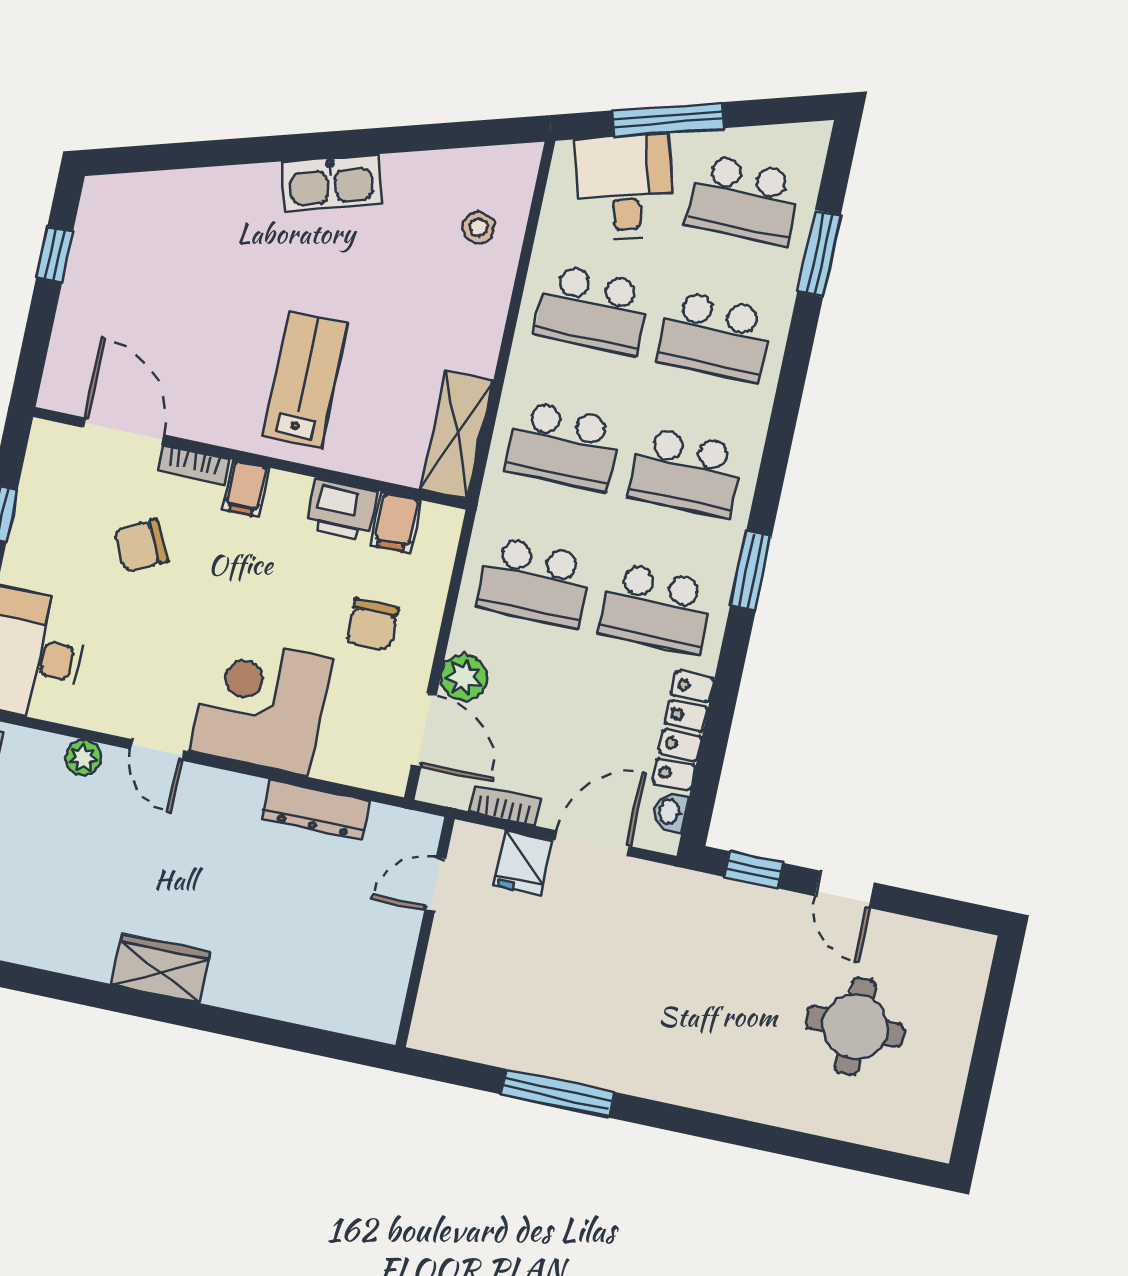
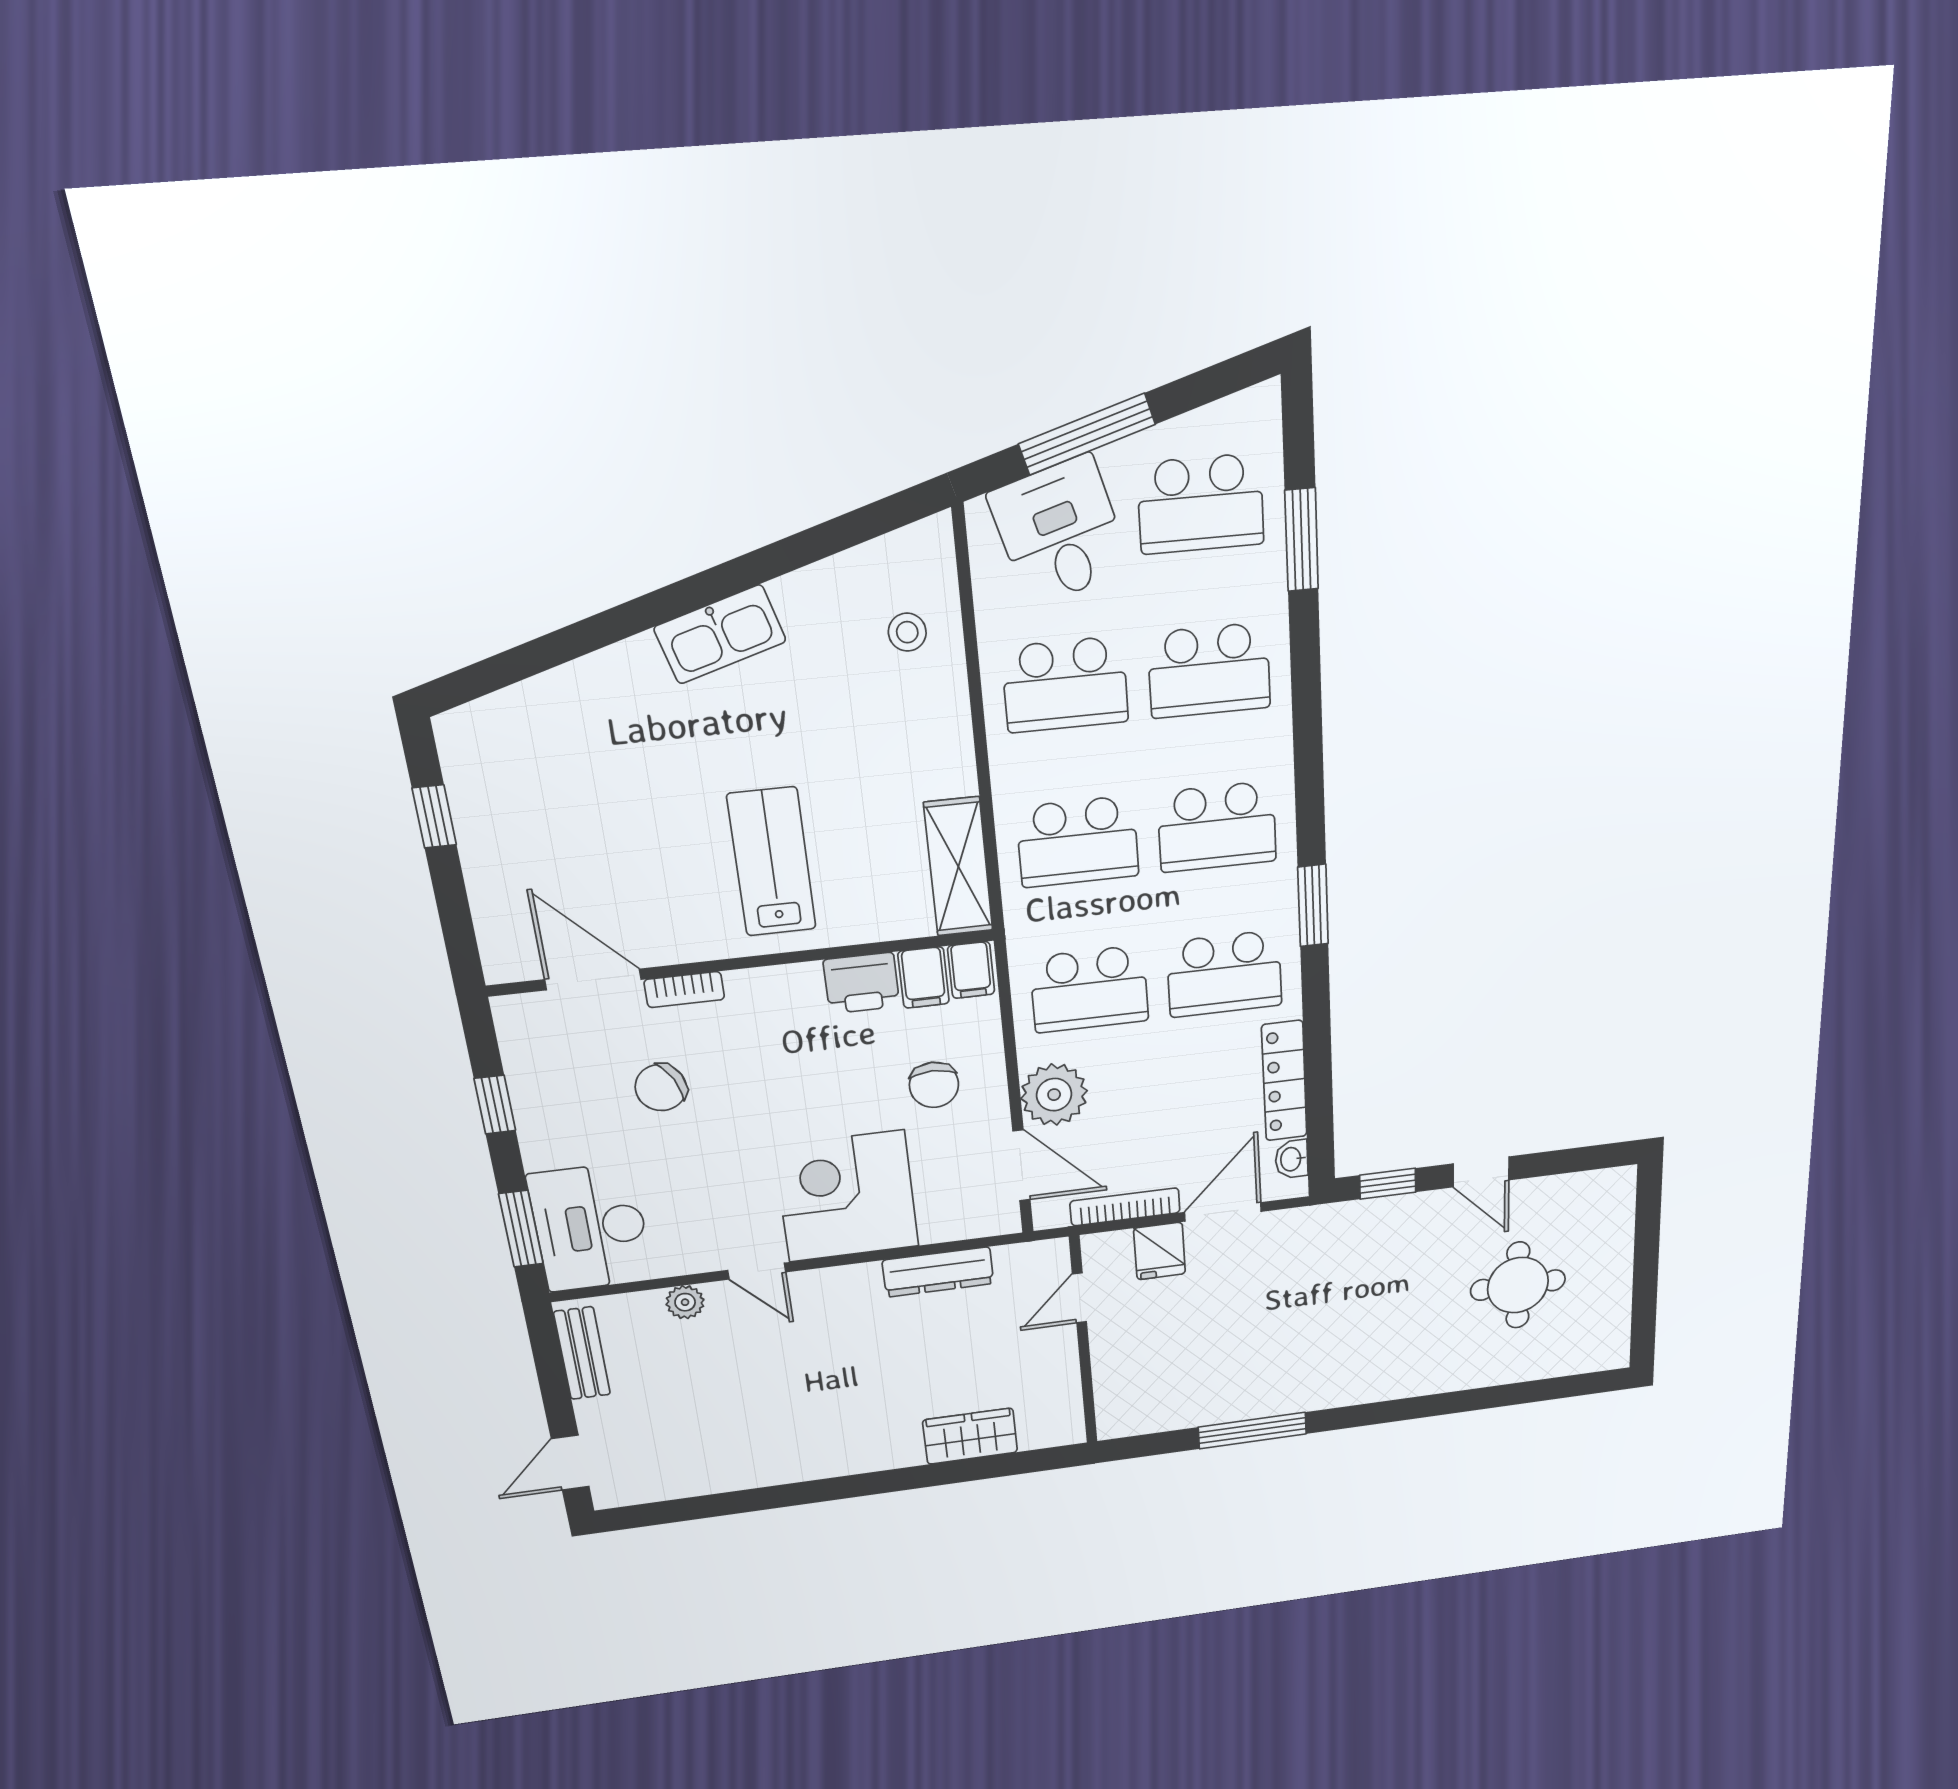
filing cabinet: (246, 488) -> (971, 970), moved
plant: (464, 677) -> (1054, 1095), width x1.36, depth x1.36
bookcase: (504, 805) -> (1125, 1207), width x1.56
wardrobe: (161, 968) -> (970, 1436), moved

